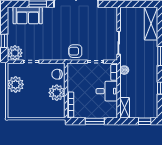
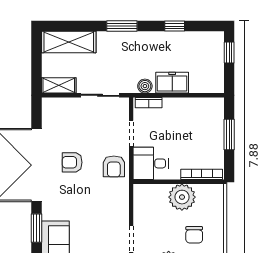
armchair: (78, 26) -> (72, 162), added
chair: (57, 74) -> (194, 235), moved
freezer: (126, 87) -> (172, 83), added
desk: (107, 91) -> (151, 163), moved, turned -90
shelving: (125, 108) -> (59, 85), moved

